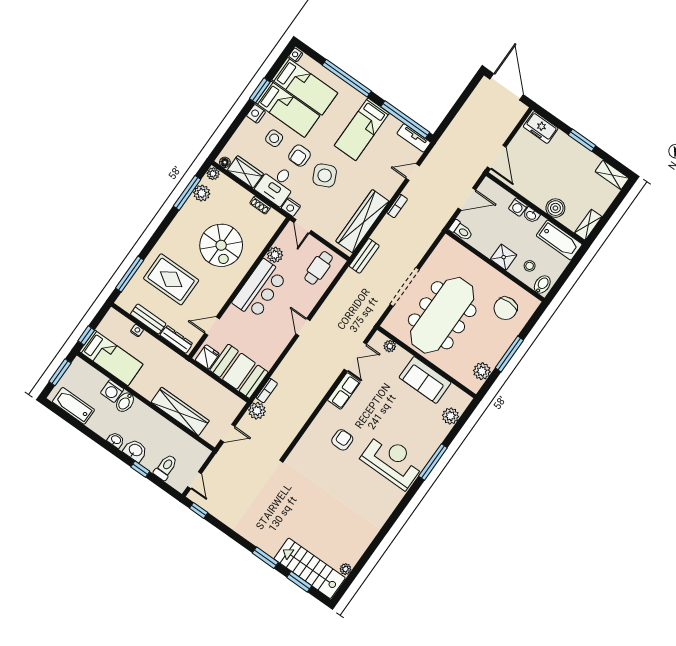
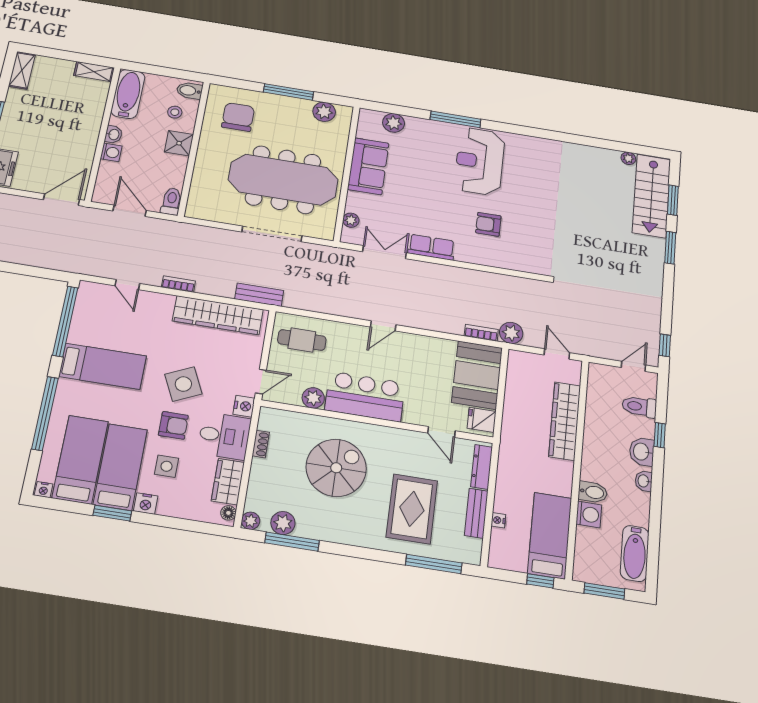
tv unit: (414, 138) -> (84, 302), removed
boiler: (555, 208) -> (92, 113), removed
chair: (506, 308) -> (238, 117), turned -90

